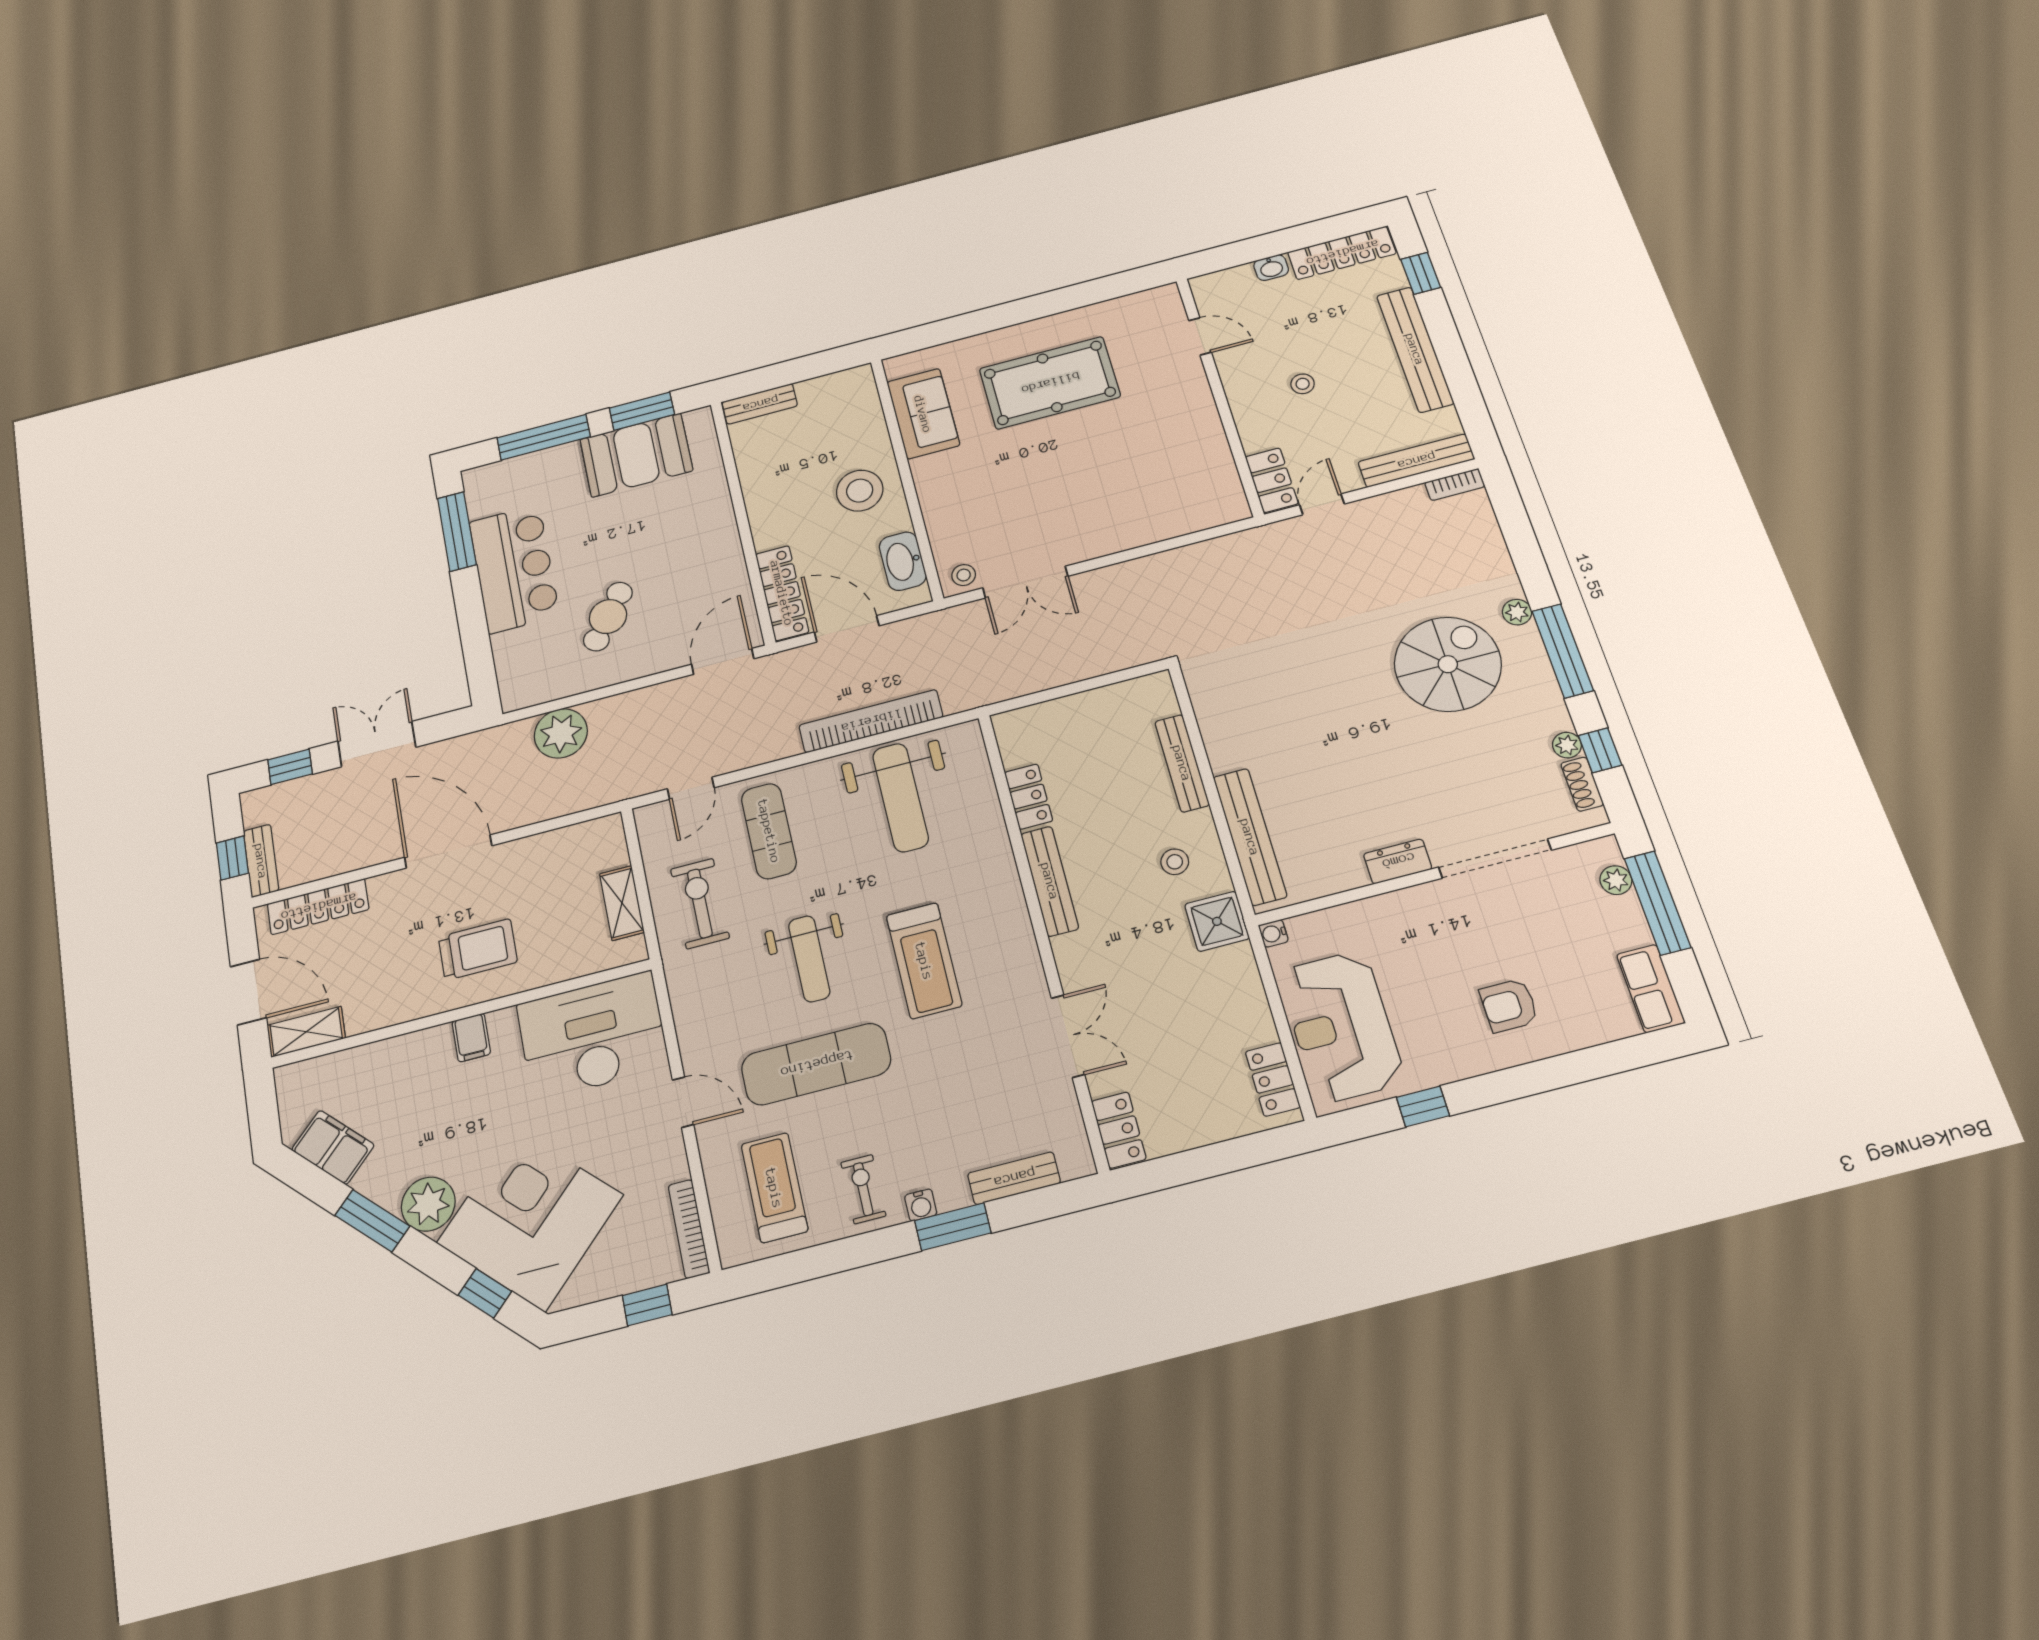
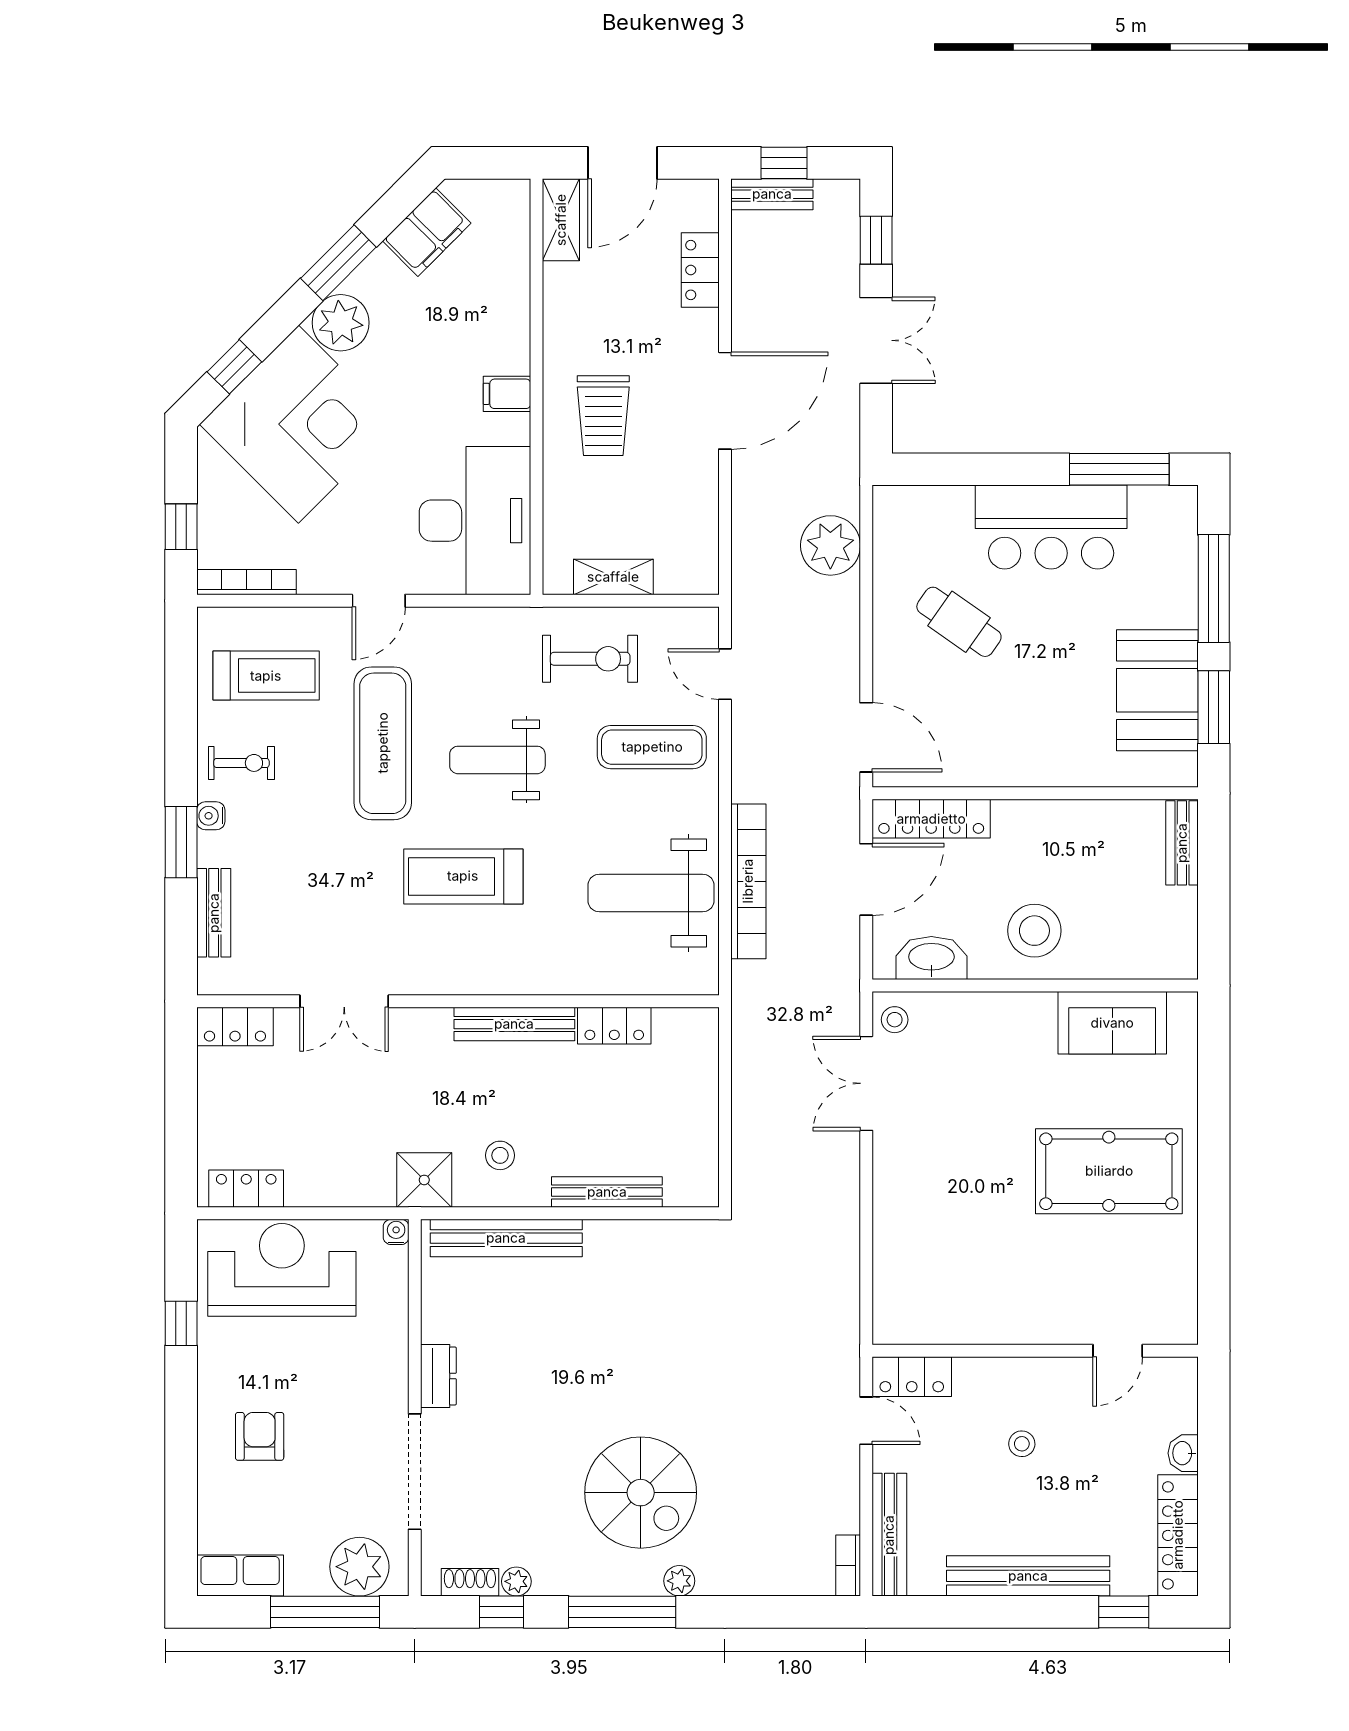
pool table: (1050, 383) -> (1109, 1171), turned 90
plant: (1616, 880) -> (359, 1567), width x1.88, depth x1.88
locker: (318, 907) -> (700, 270), width x0.66

